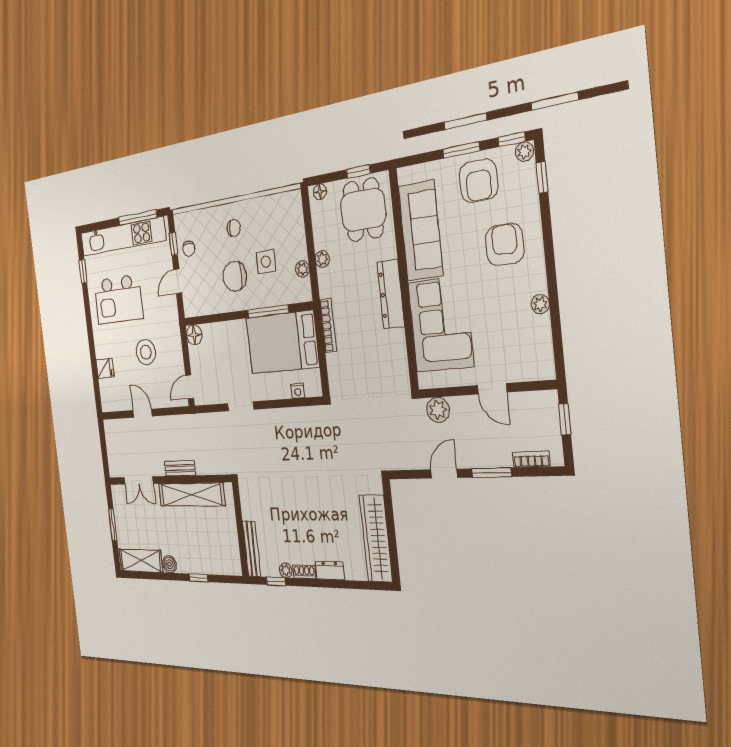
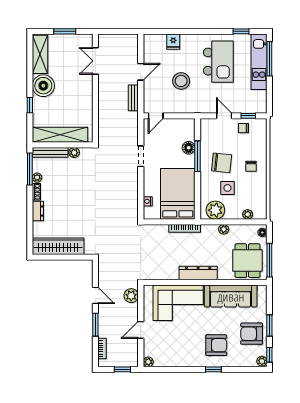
window: (358, 171) -> (269, 260), width x2.17
window: (542, 178) -> (213, 369), moved
dining table: (363, 210) -> (248, 261), turned 90
window: (138, 218) -> (269, 59), moved
plant: (297, 222) -> (248, 214), added
kitchen unit: (122, 237) -> (259, 62), width x0.73
plant: (302, 269) -> (215, 210), width x1.88, depth x1.88
chair: (235, 276) -> (222, 163), turned 96
kitchen island: (118, 299) -> (218, 62), turned 180
plant: (540, 304) -> (148, 362), moved
window: (268, 311) -> (198, 156), moved
floor lamp: (194, 335) -> (189, 148), moved
door: (190, 387) -> (156, 116), swing flipped
bench: (180, 468) -> (133, 98), moved
shelving: (191, 495) -> (60, 135), moved, turned 90
plant: (248, 511) -> (74, 153), added
boiler: (170, 564) -> (43, 86), width x1.86, depth x1.86
window: (276, 581) -> (30, 169), width x2.17

